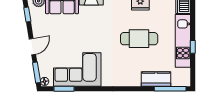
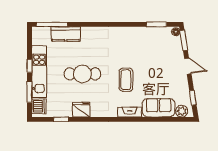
window: (193, 20) -> (30, 92), added
coffee table: (95, 33) -> (126, 80), added
door: (32, 47) -> (188, 66), swing flipped
corner sofa: (77, 70) -> (143, 43), removed

